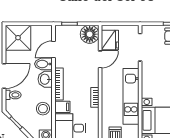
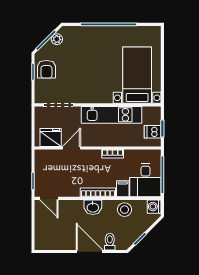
floor lamp: (90, 34) -> (44, 159), removed
shower: (18, 38) -> (48, 237), removed
door: (53, 49) -> (49, 198), moved
door: (100, 59) -> (72, 148), hinge flipped
bidet: (43, 64) -> (76, 209), removed

